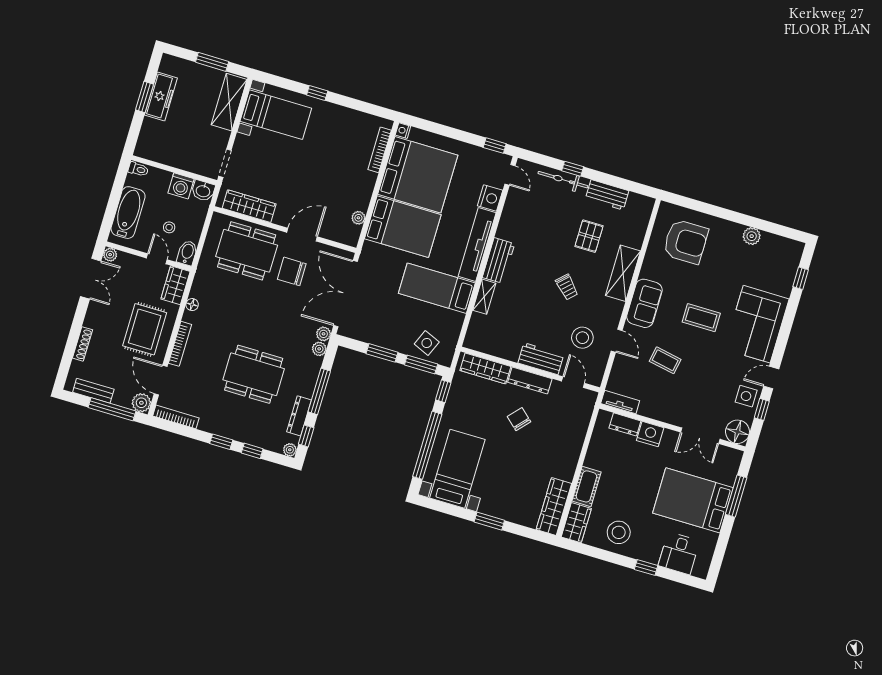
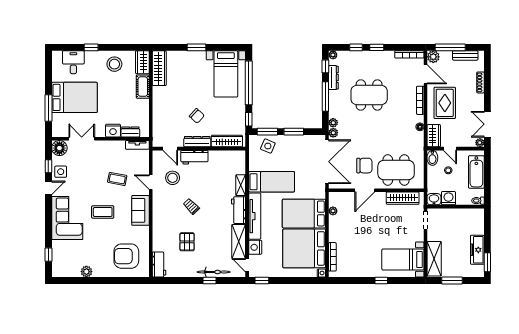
window: (145, 97) -> (487, 262), moved
workbench: (607, 195) -> (159, 264), moved, turned 90
shelving: (623, 273) -> (239, 242), moved

